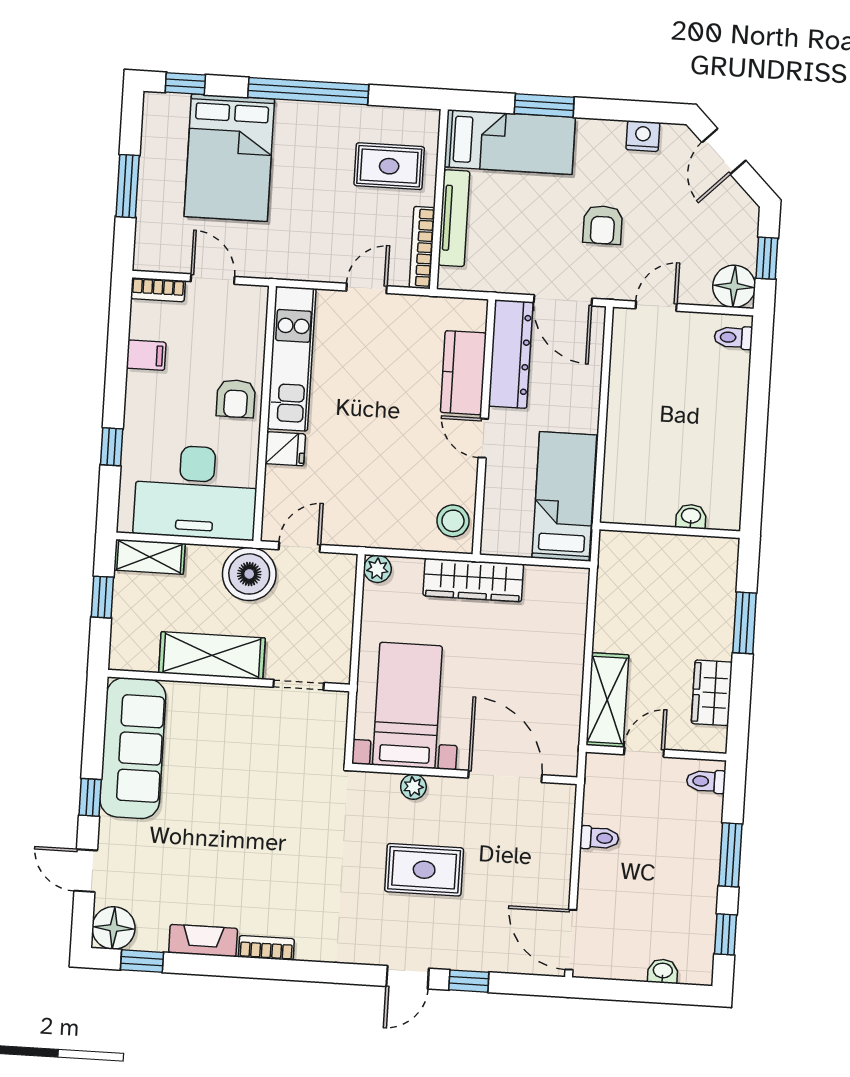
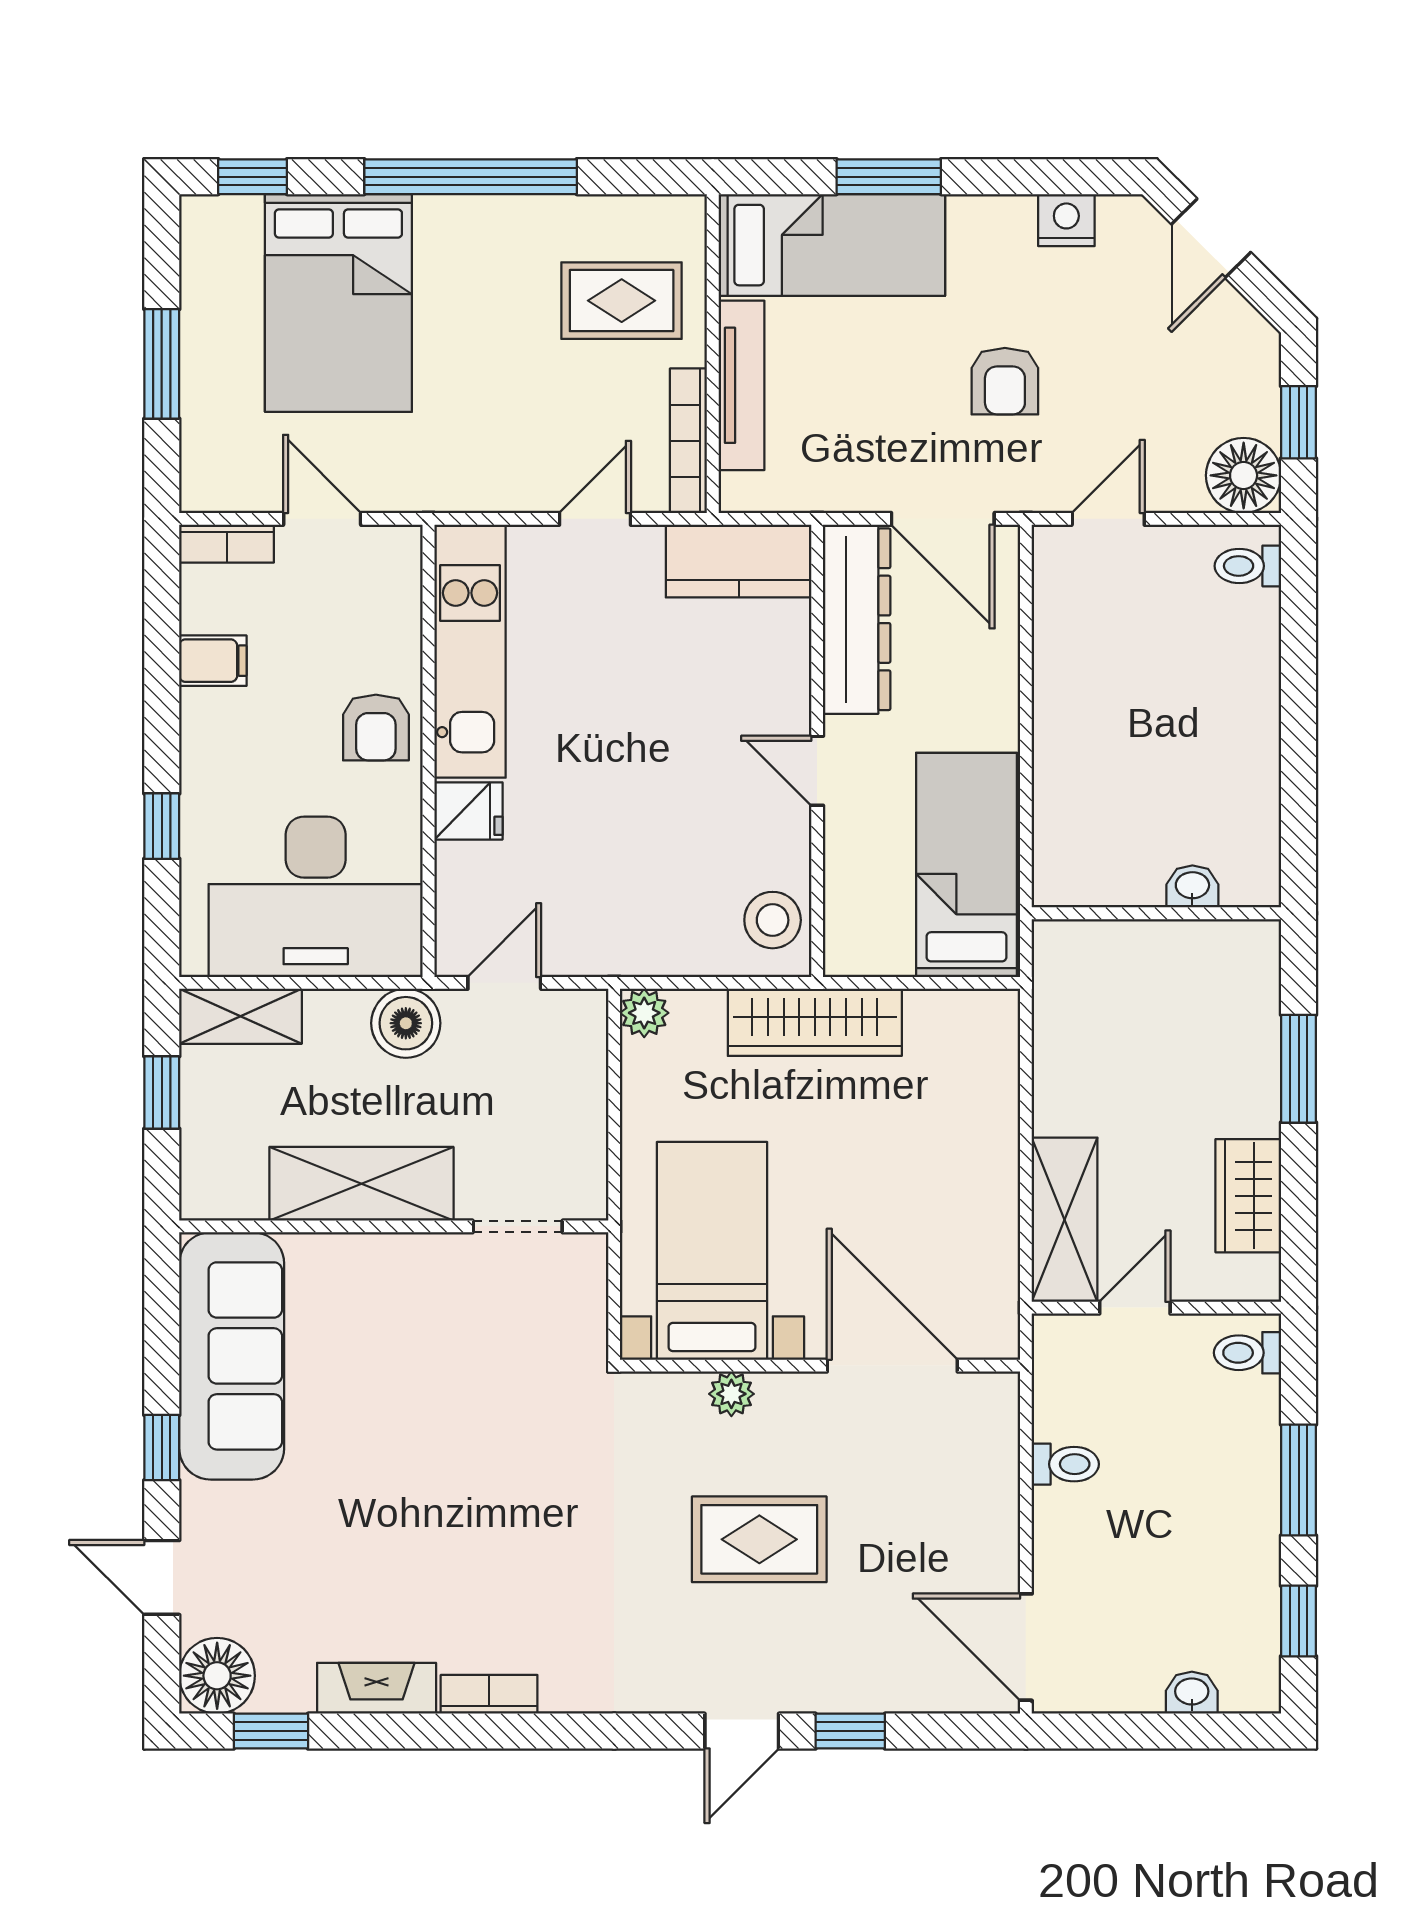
kitchen counter: (463, 373) -> (739, 561), moved, turned -90
boiler: (249, 574) -> (406, 1023), width x0.73, depth x0.73

